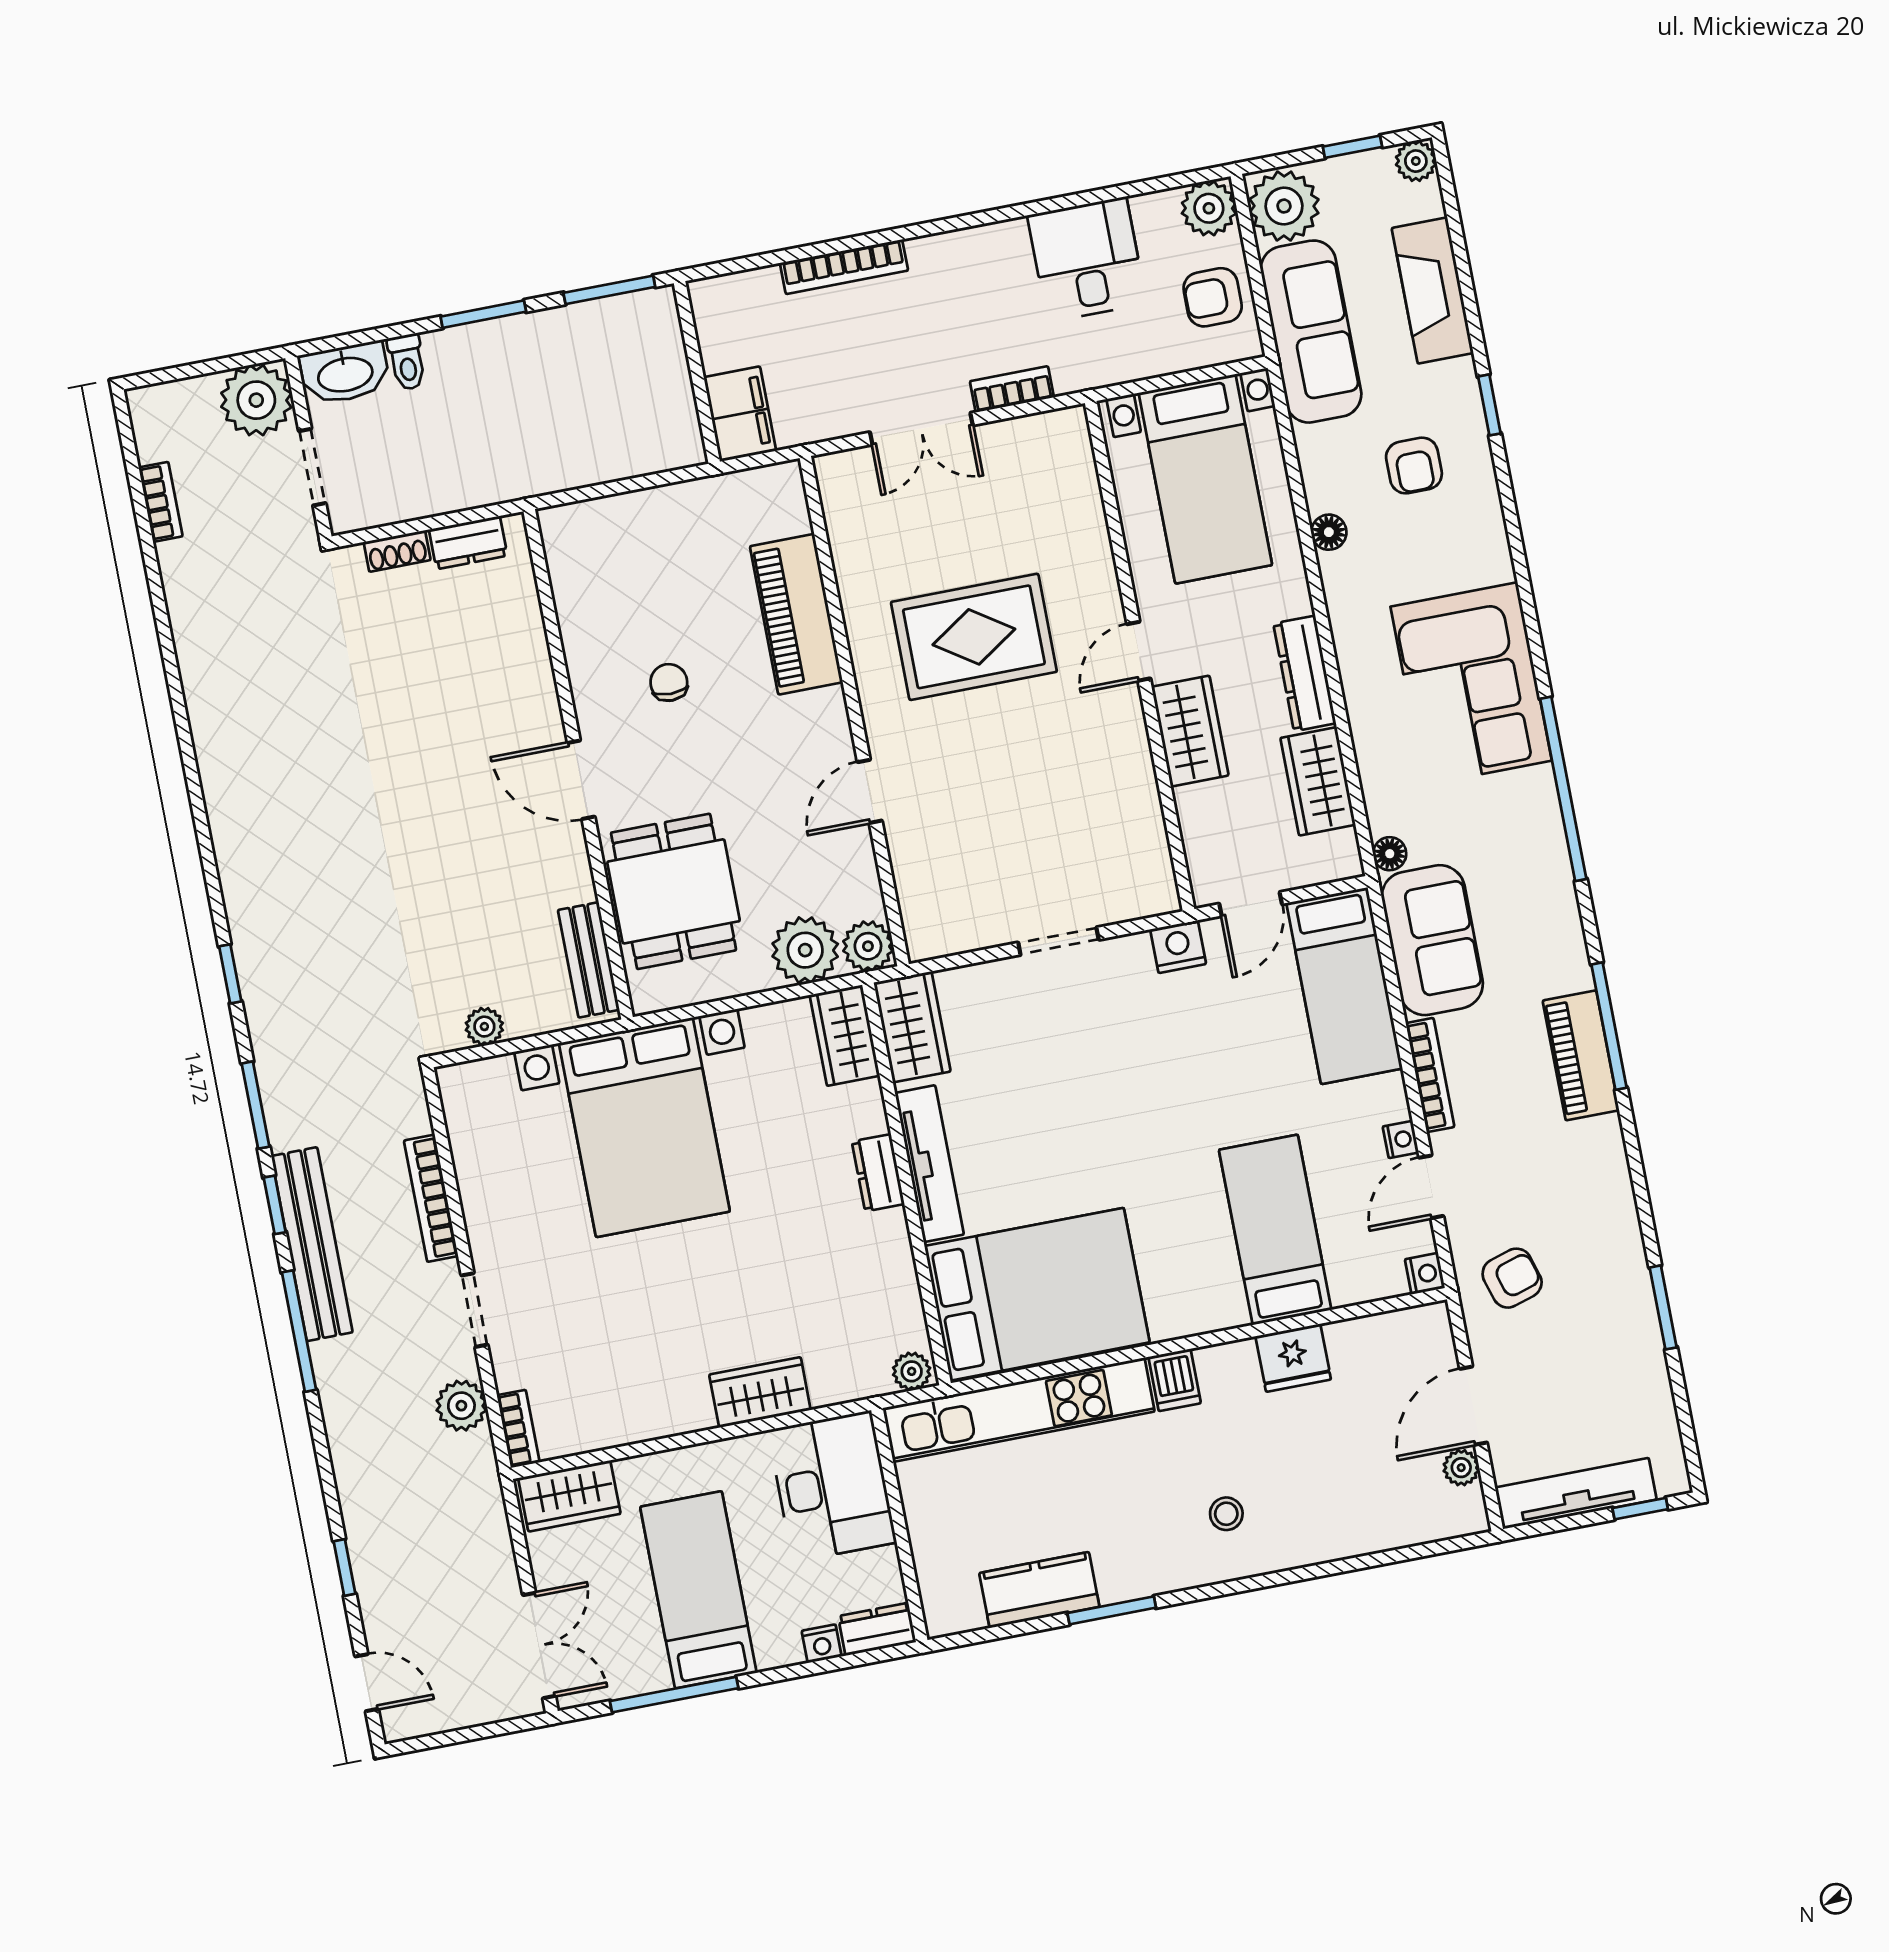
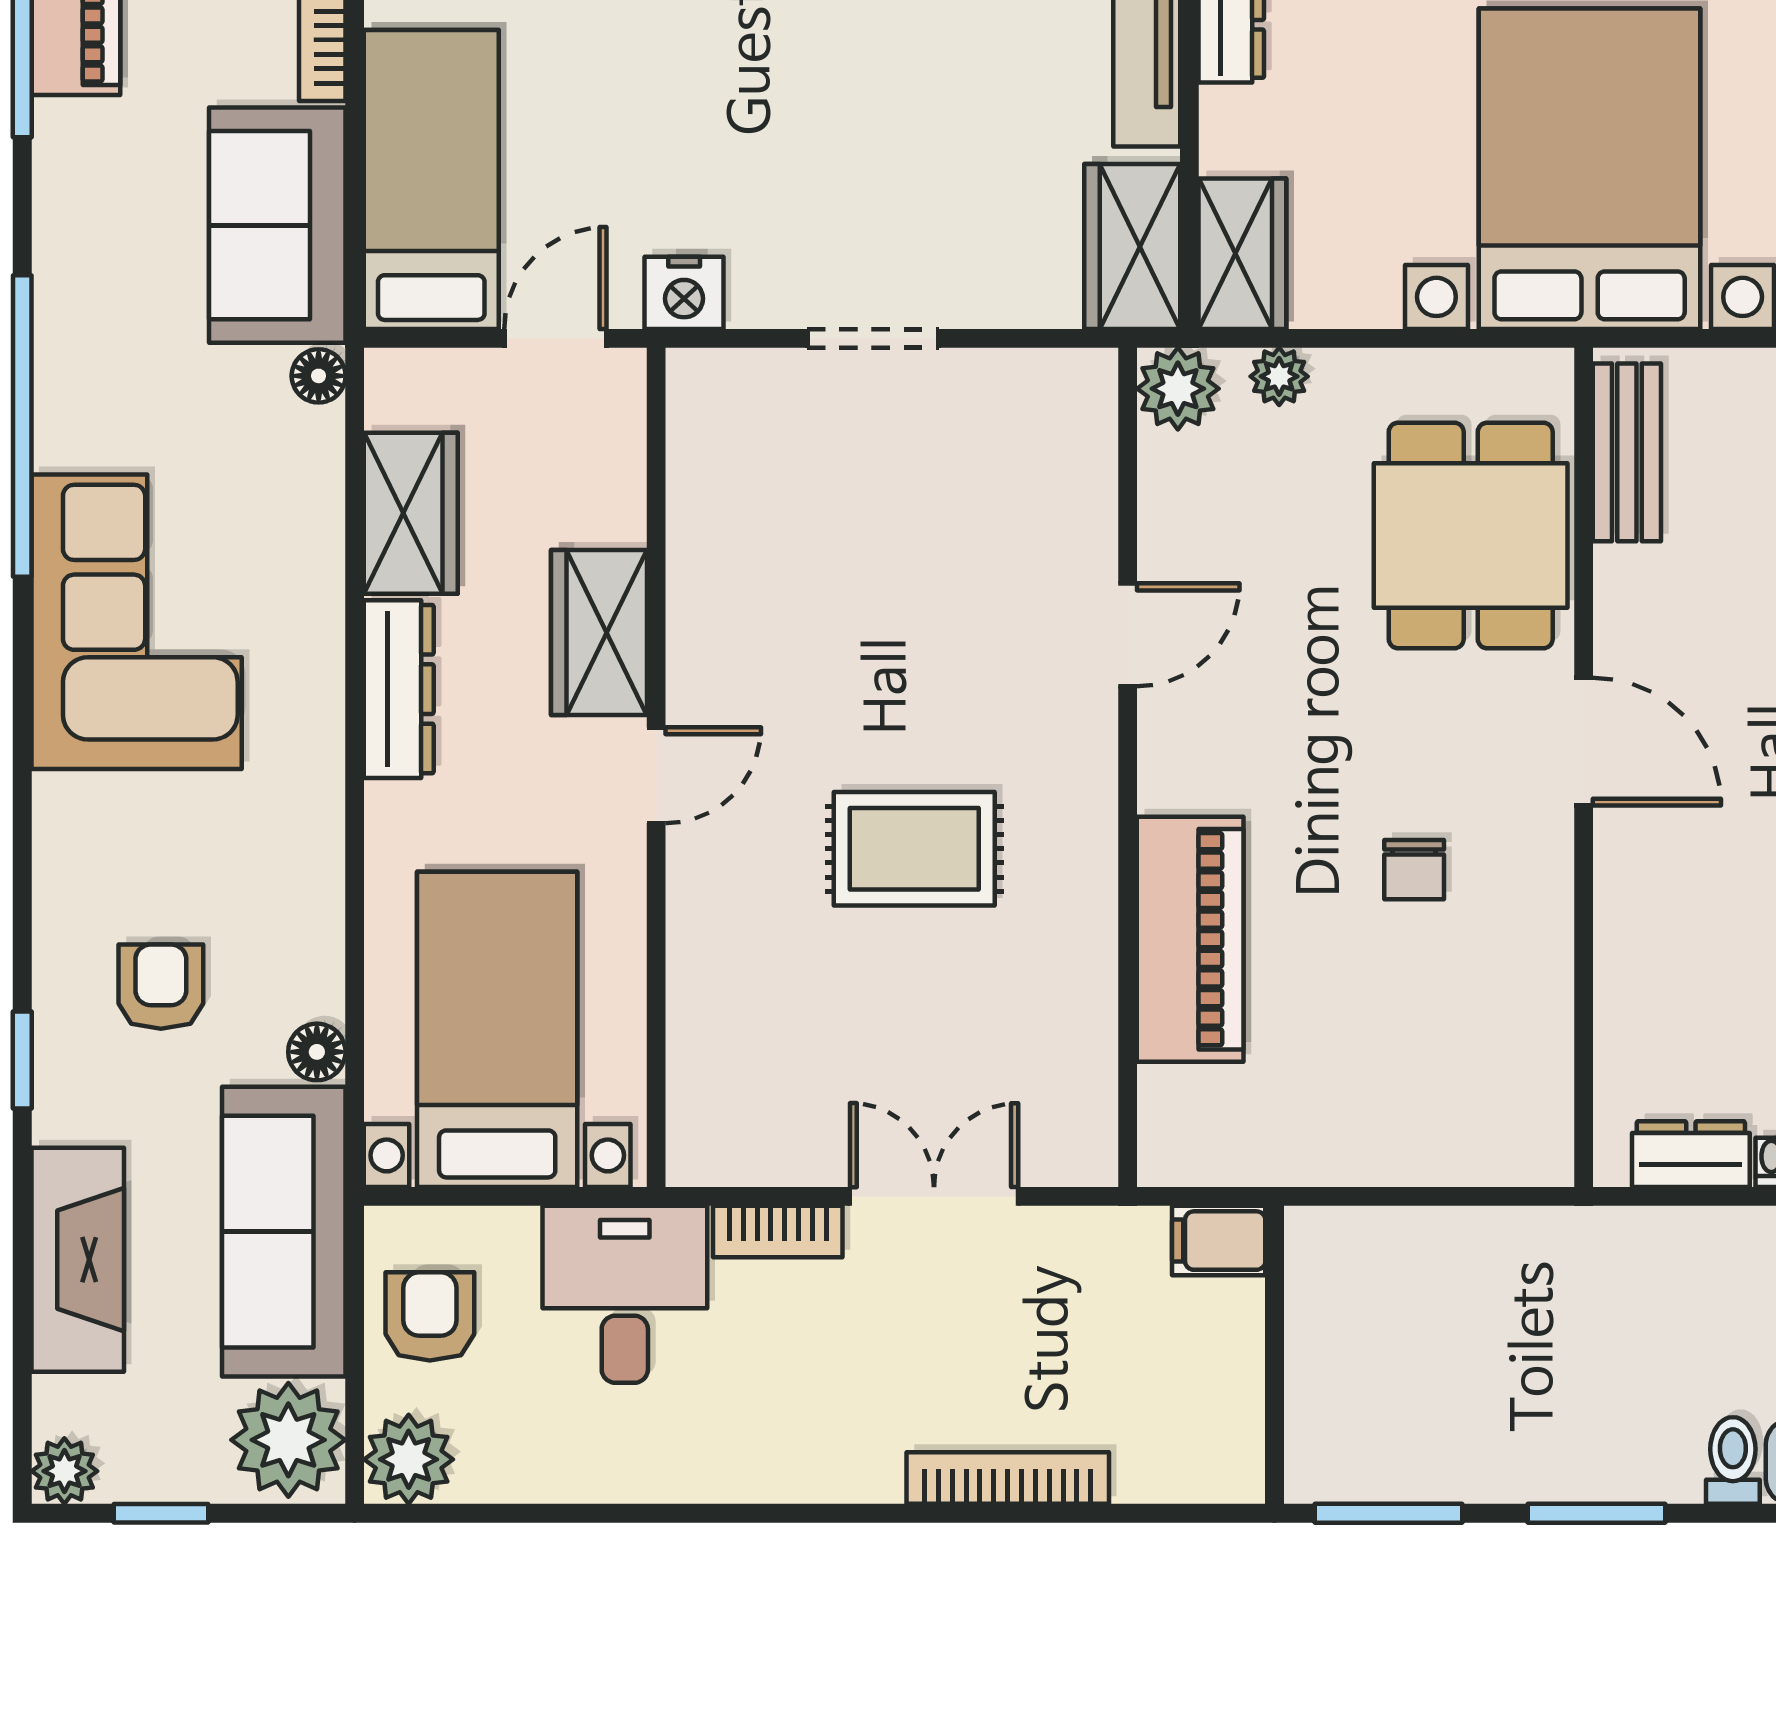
desk: (1087, 259) -> (625, 1294), moved, turned 180
armchair: (1213, 297) -> (430, 1316), turned -90
filing cabinet: (740, 414) -> (1219, 1241), width x0.50
floor lamp: (1329, 532) -> (317, 1052), moved
rug: (974, 637) -> (914, 849), width x0.73, depth x0.70
plant: (805, 950) -> (1279, 376), width x0.53, depth x0.53

